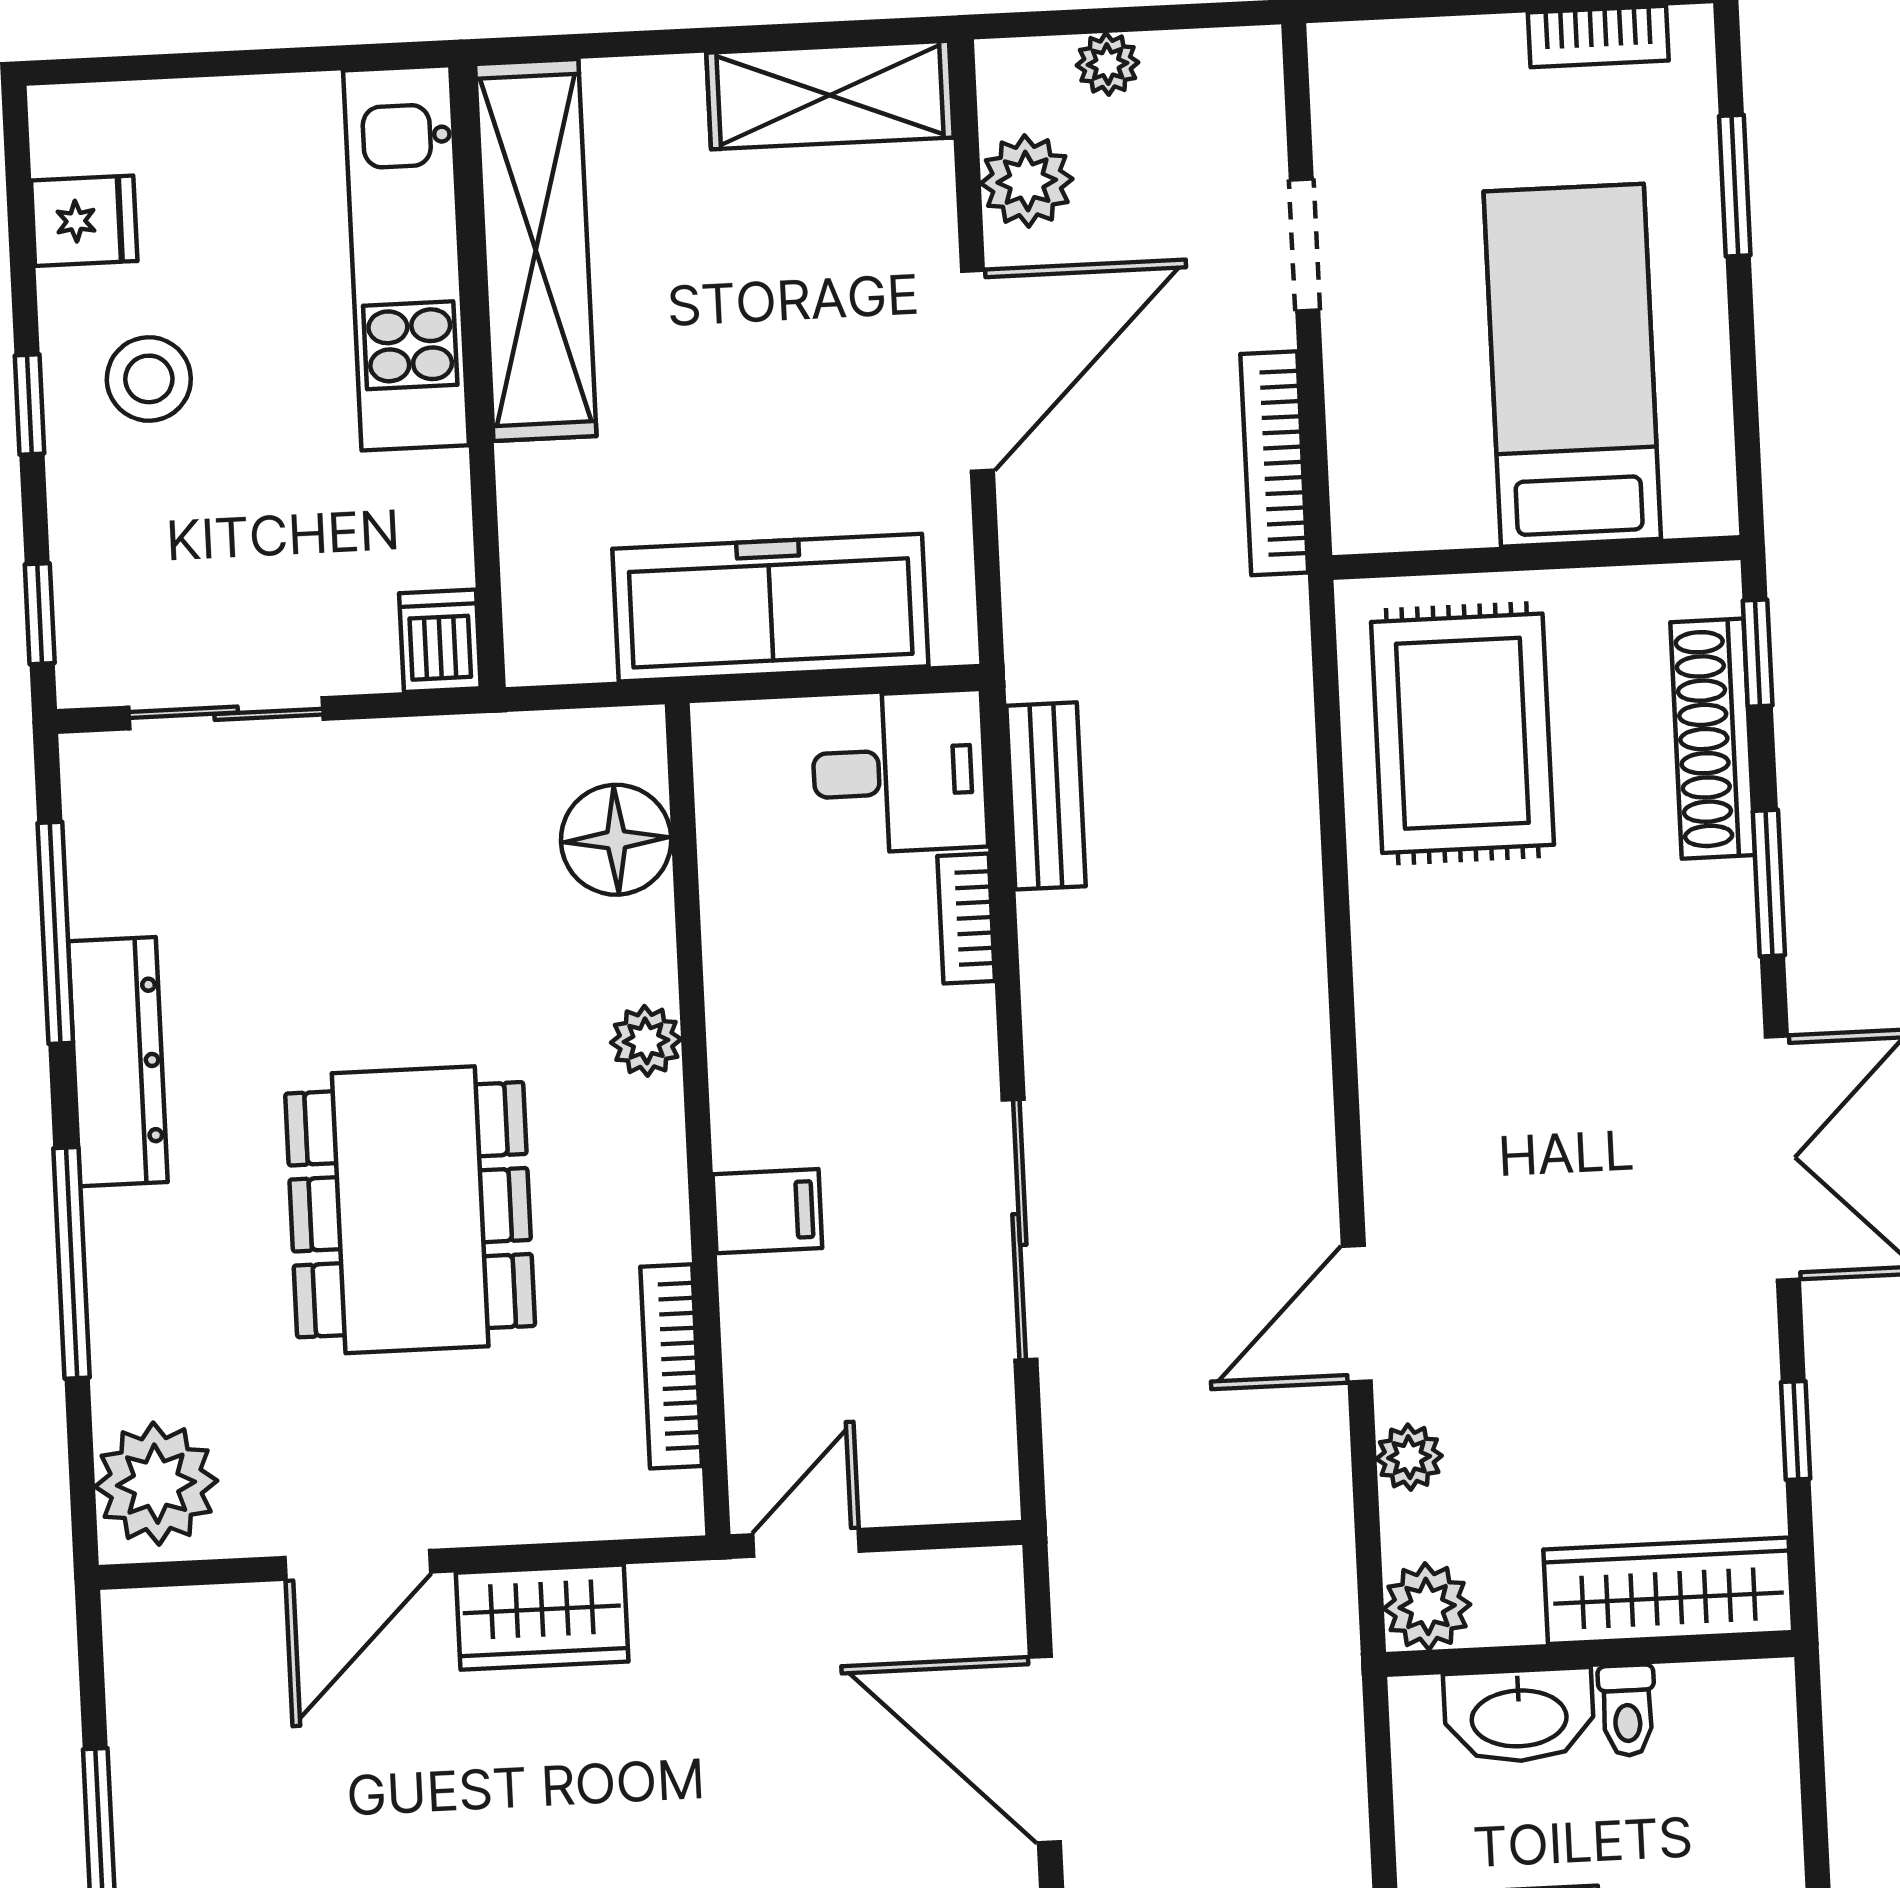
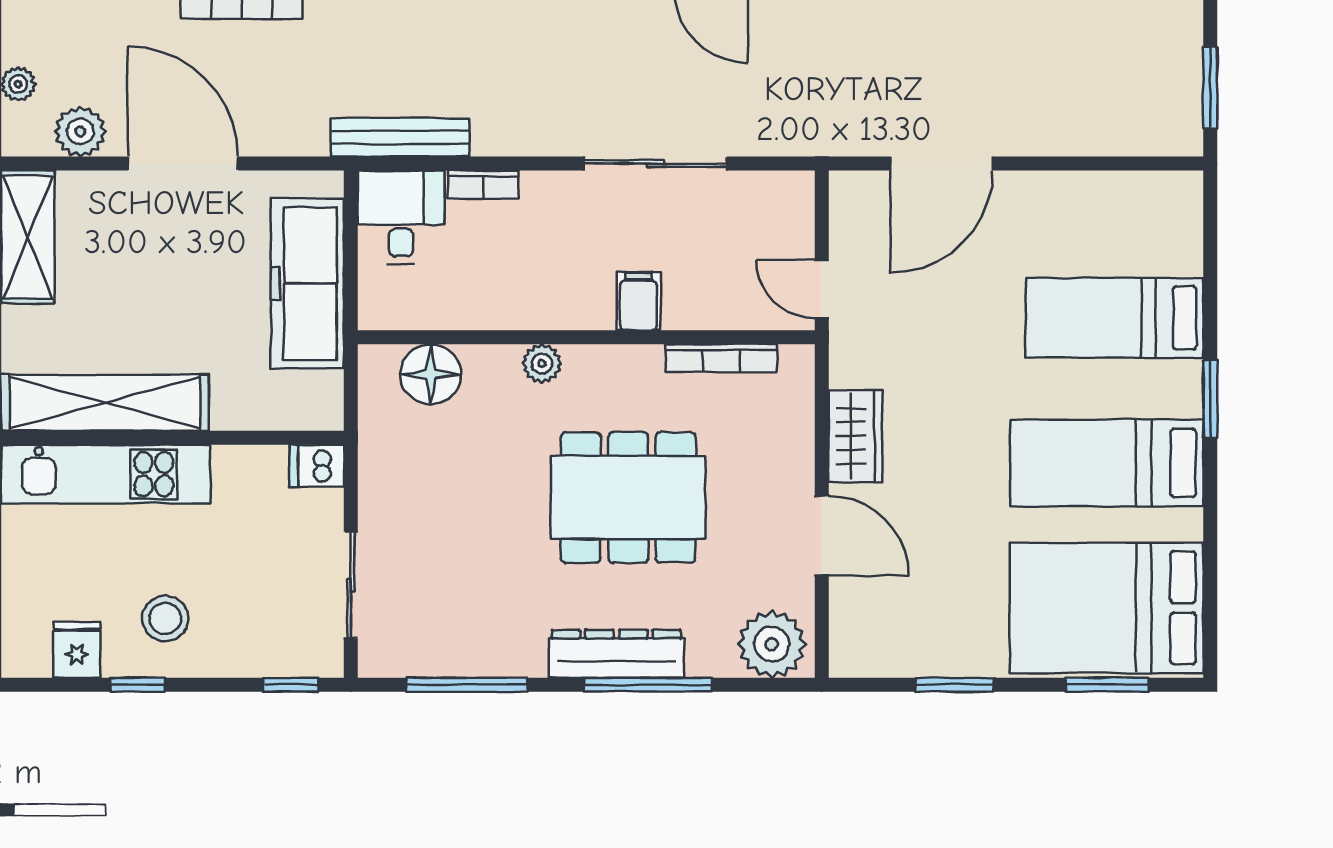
window: (29, 404) -> (137, 685), moved
bench: (1046, 796) -> (400, 137), width x1.36
dresser: (118, 1062) -> (616, 654), moved

